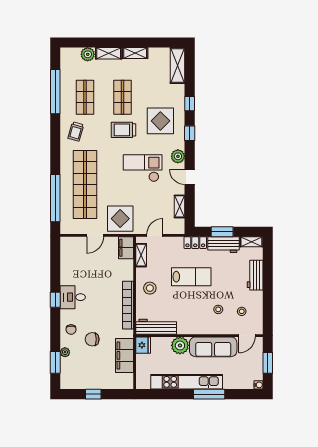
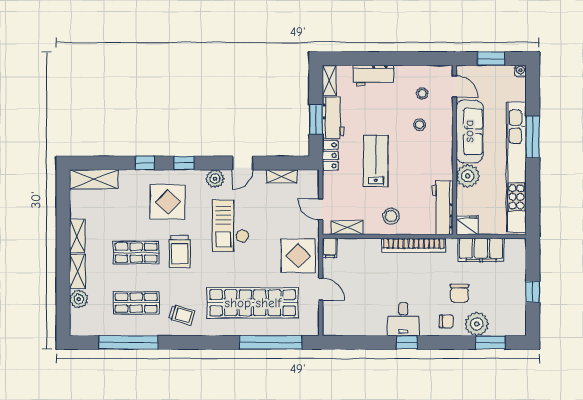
filing cabinet: (126, 248) -> (330, 248), width x0.50
plant: (65, 352) -> (477, 324), width x1.88, depth x1.88
kitchen unit: (187, 382) -> (516, 167), width x1.36

